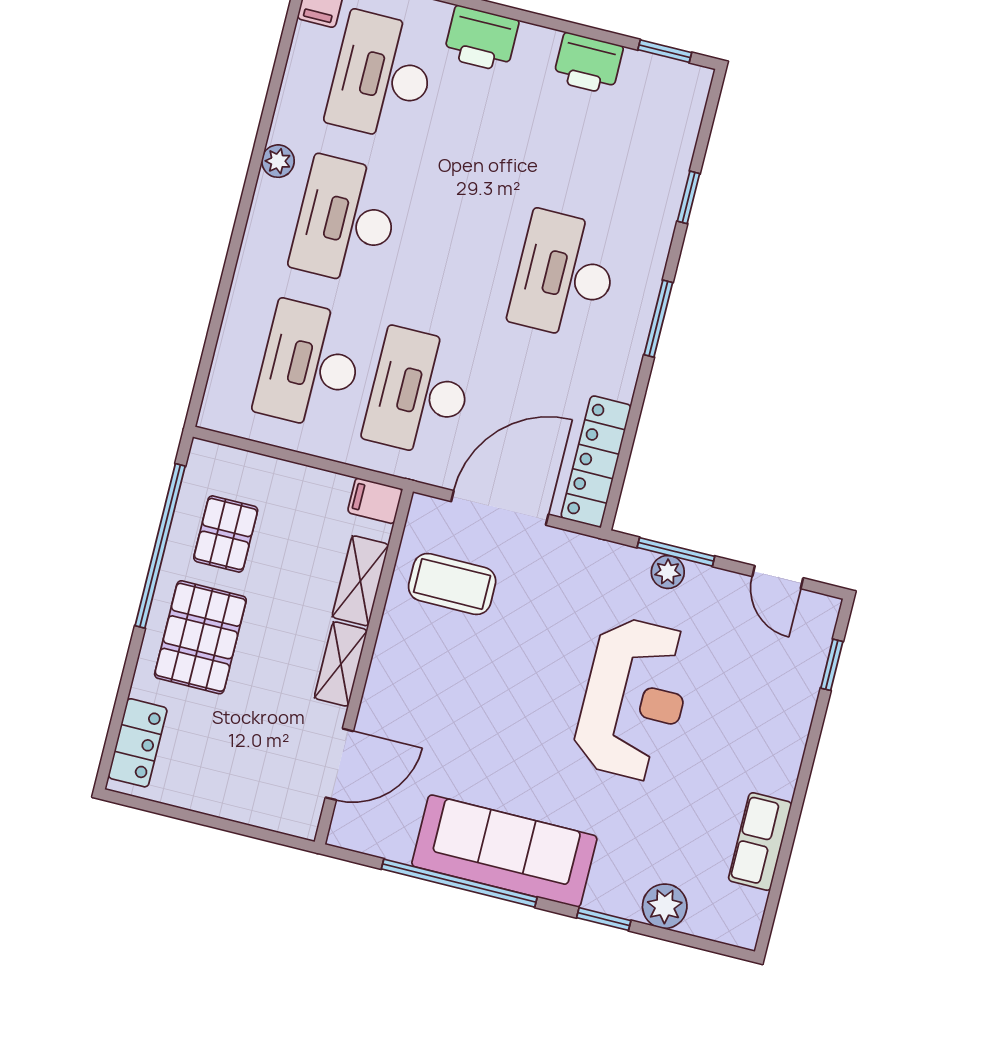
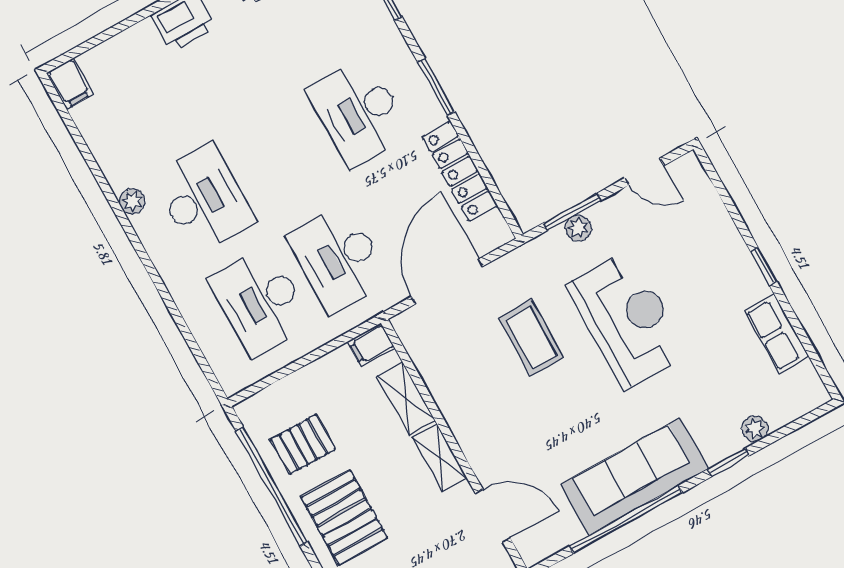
desk: (382, 76) -> (146, 96), removed
desk: (346, 221) -> (203, 199), turned 180
locker: (596, 462) -> (460, 171), moved
pallet: (226, 534) -> (303, 444), turned 90
coffee table: (452, 584) -> (531, 338), moved, turned 90
window: (832, 665) -> (764, 267), moved
door: (339, 764) -> (493, 516), hinge flipped
plant: (665, 906) -> (755, 429), width x0.73, depth x0.73

